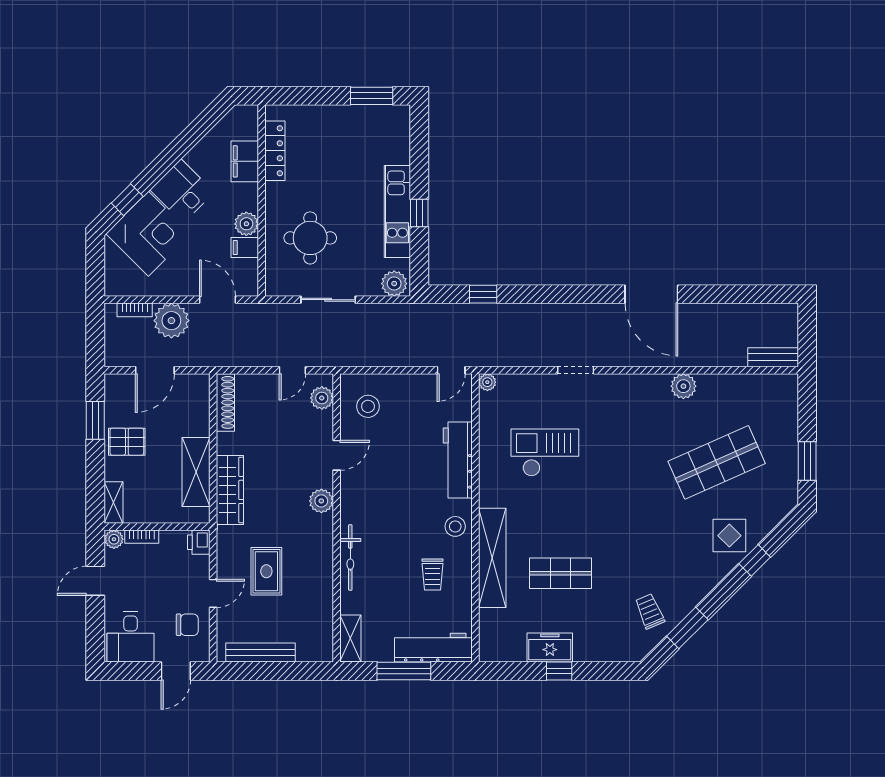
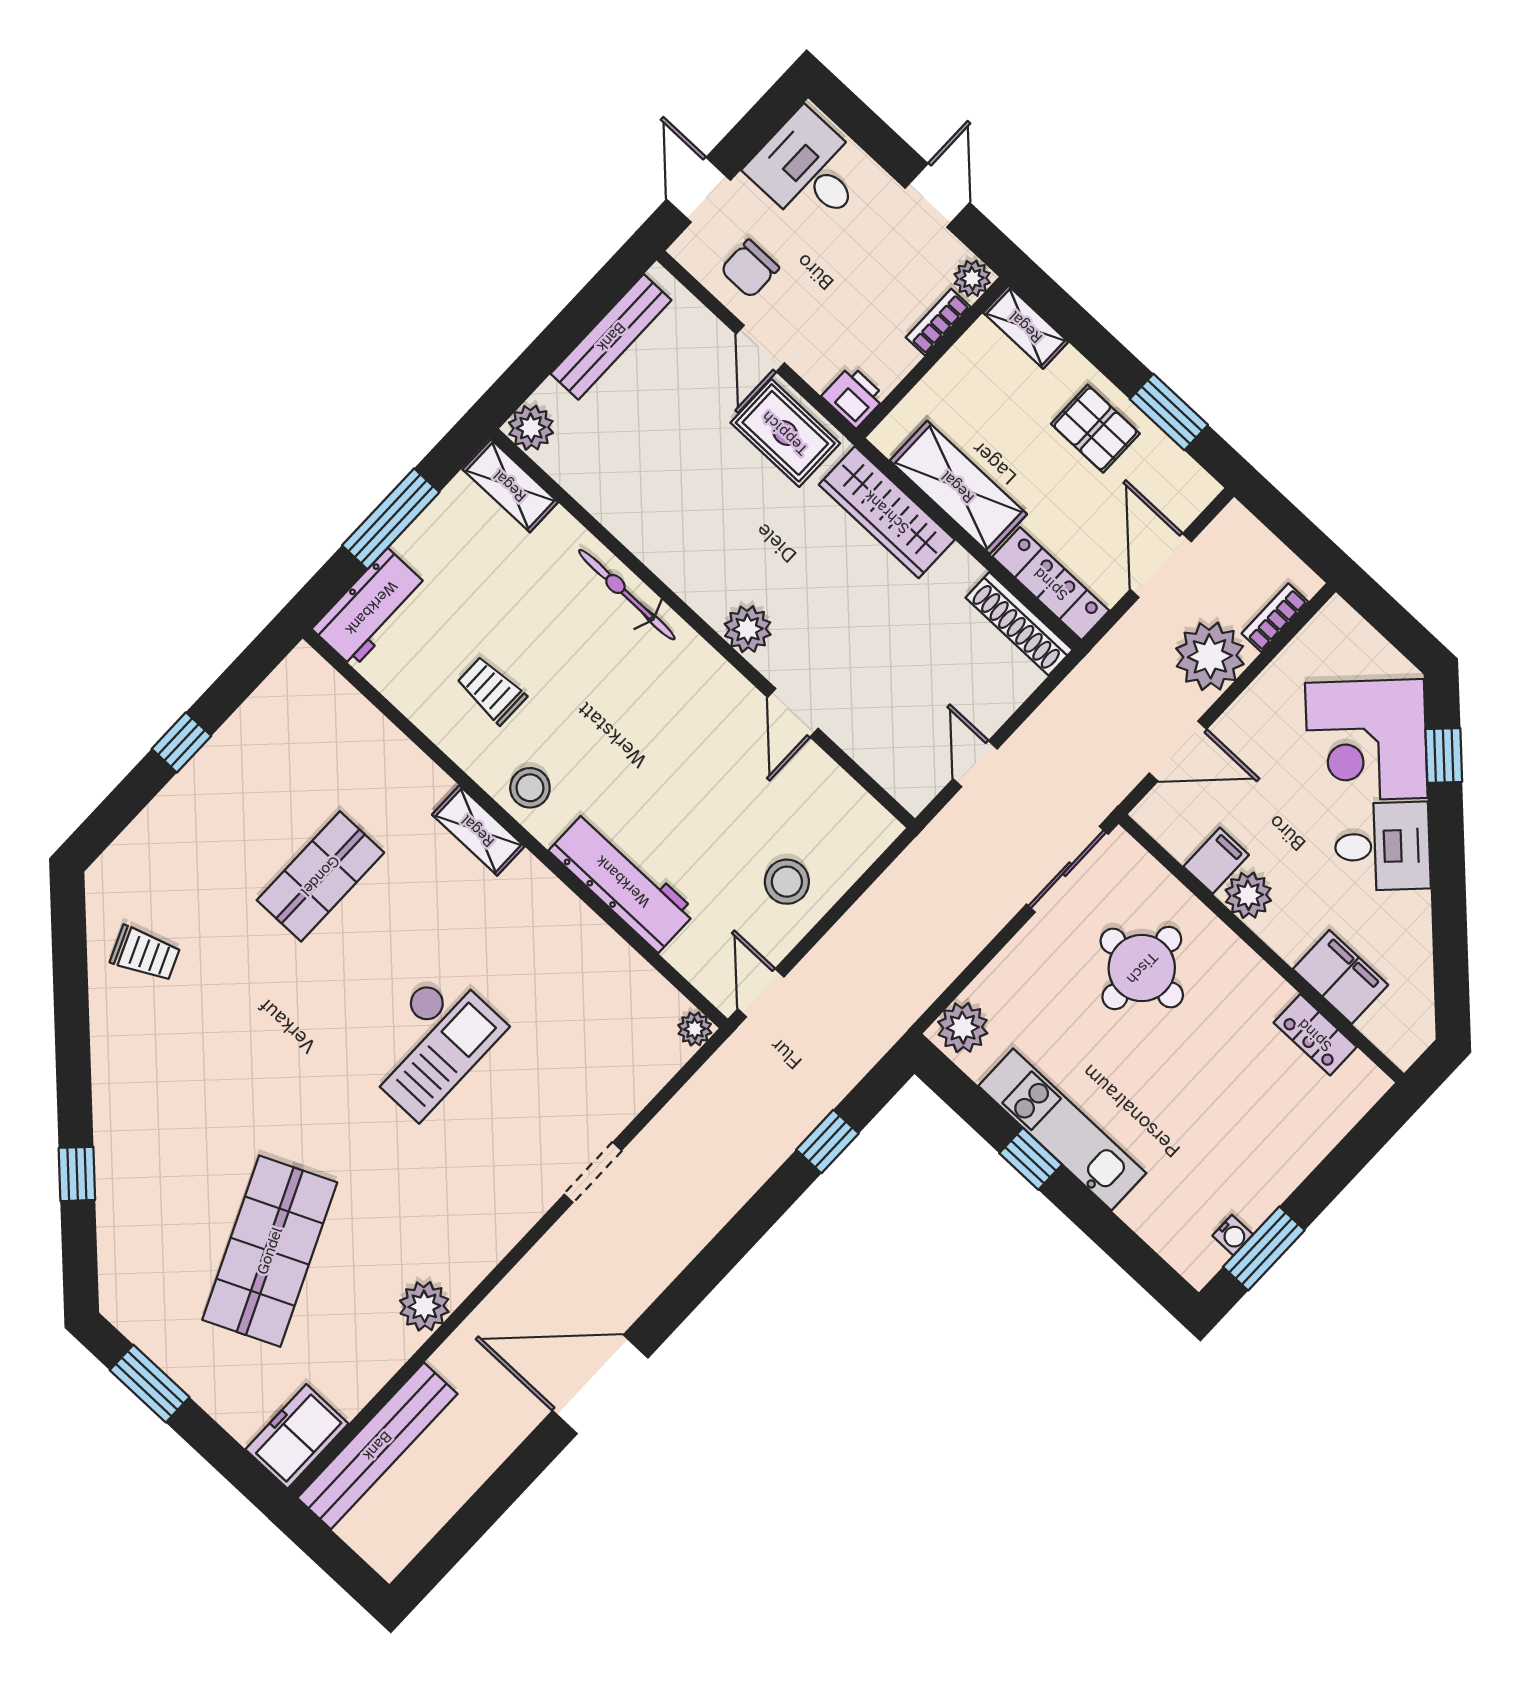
water cooler: (377, 112) -> (1233, 1235), added
locker: (275, 151) -> (1315, 1035), width x0.66
sliding door: (328, 300) -> (1067, 869), moved
bench: (773, 357) -> (377, 1446), width x1.86, depth x1.21
plant: (322, 398) -> (531, 428), moved
locker: (200, 405) -> (1051, 584), added
stool: (368, 406) -> (787, 882), moved
pallet: (127, 442) -> (1095, 429), turned 90
checkout: (545, 453) -> (431, 1043), moved
display table: (729, 536) -> (147, 1171), removed
shelving: (492, 558) -> (478, 831), width x0.45, depth x0.75
rug: (266, 571) -> (785, 433), moved
window: (687, 628) -> (71, 986), removed
freezer: (550, 647) -> (297, 1436), moved, turned 180
workbench: (433, 648) -> (371, 608), width x0.73

